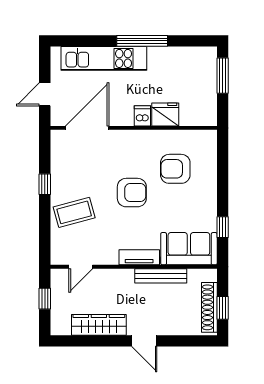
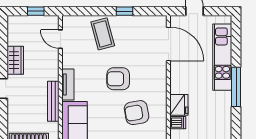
dishwasher: (142, 116) -> (178, 123), moved
armchair: (175, 169) -> (137, 113), turned -100
armchair: (132, 193) -> (118, 79), turned 90
wardrobe: (99, 325) -> (15, 60), width x0.67

